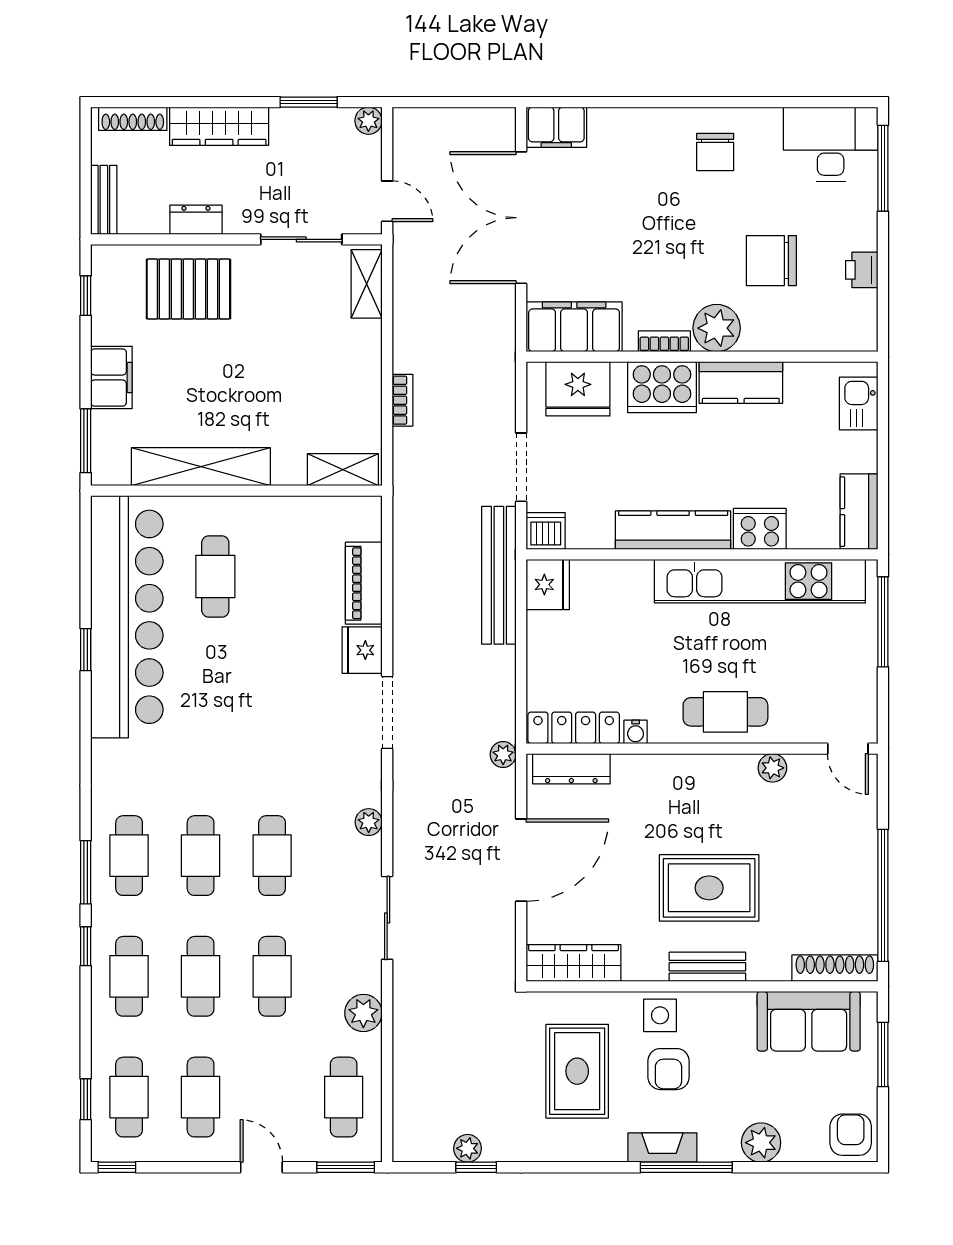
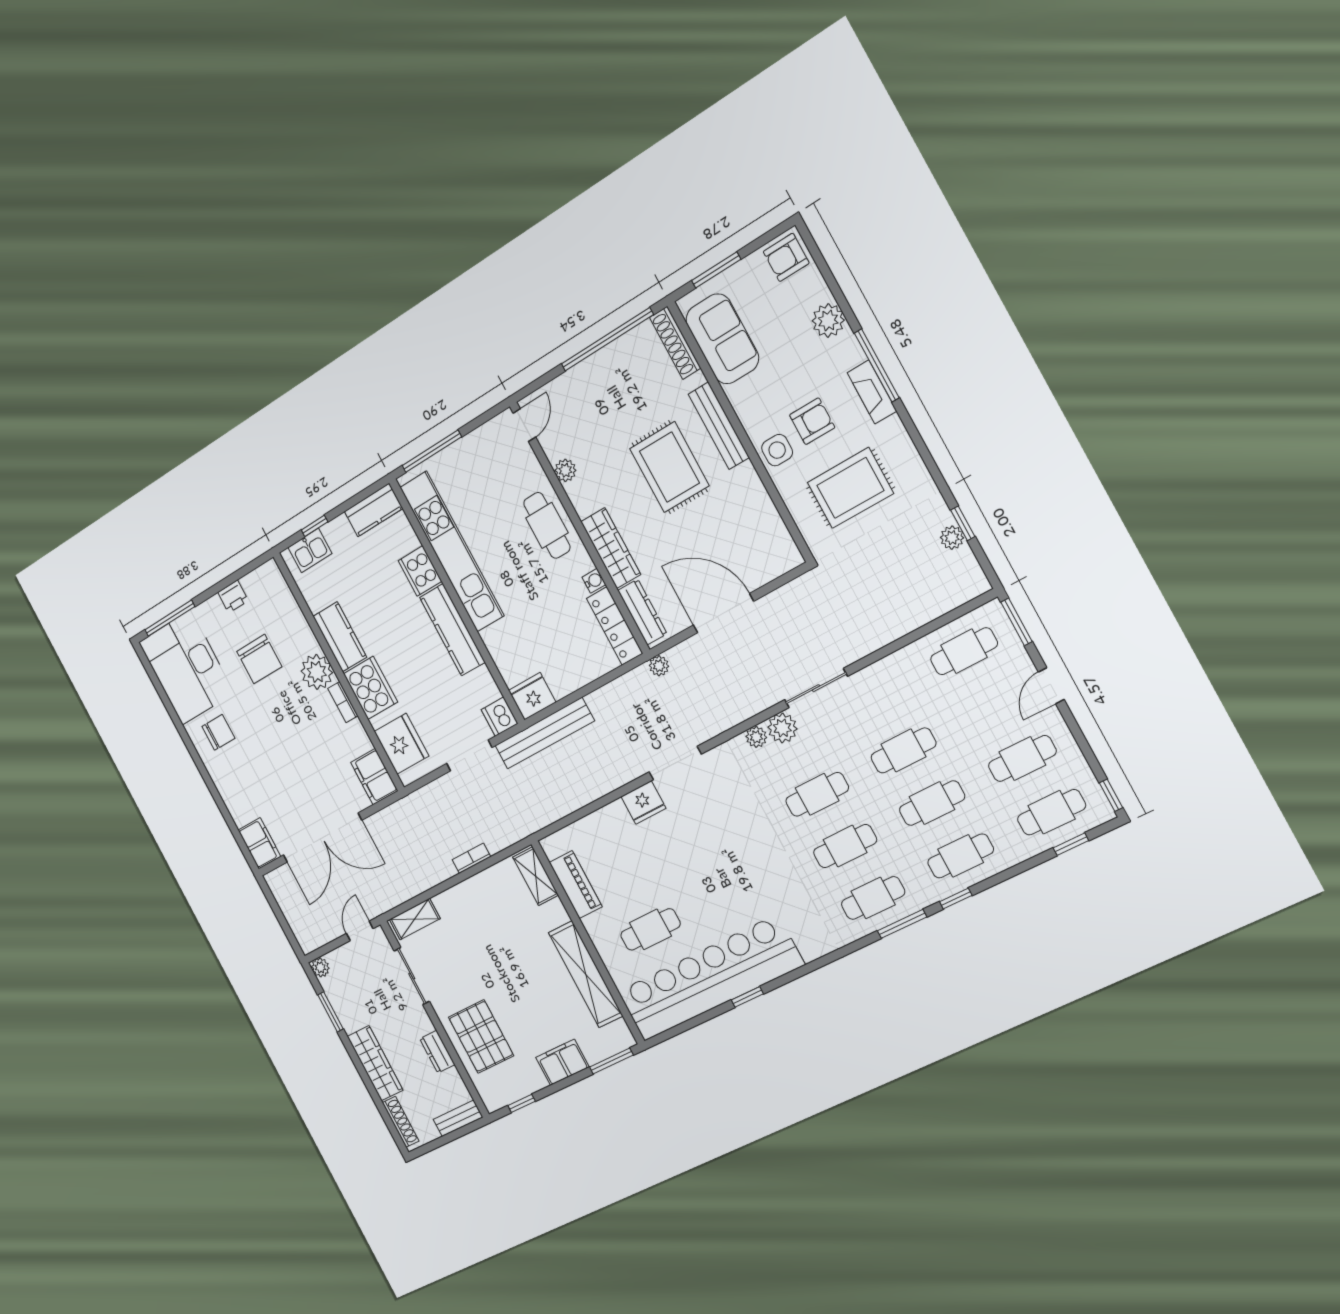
desk: (831, 144) -> (187, 667), width x1.36, depth x1.30
filing cabinet: (574, 327) -> (374, 777), width x0.67, depth x0.86
window: (883, 426) -> (315, 526), added
piano: (364, 583) -> (576, 885), moved, turned -90
wardrobe: (573, 963) -> (611, 548), moved, turned 180
bench: (707, 967) -> (719, 426), width x1.36
plant: (363, 1013) -> (782, 728), moved

